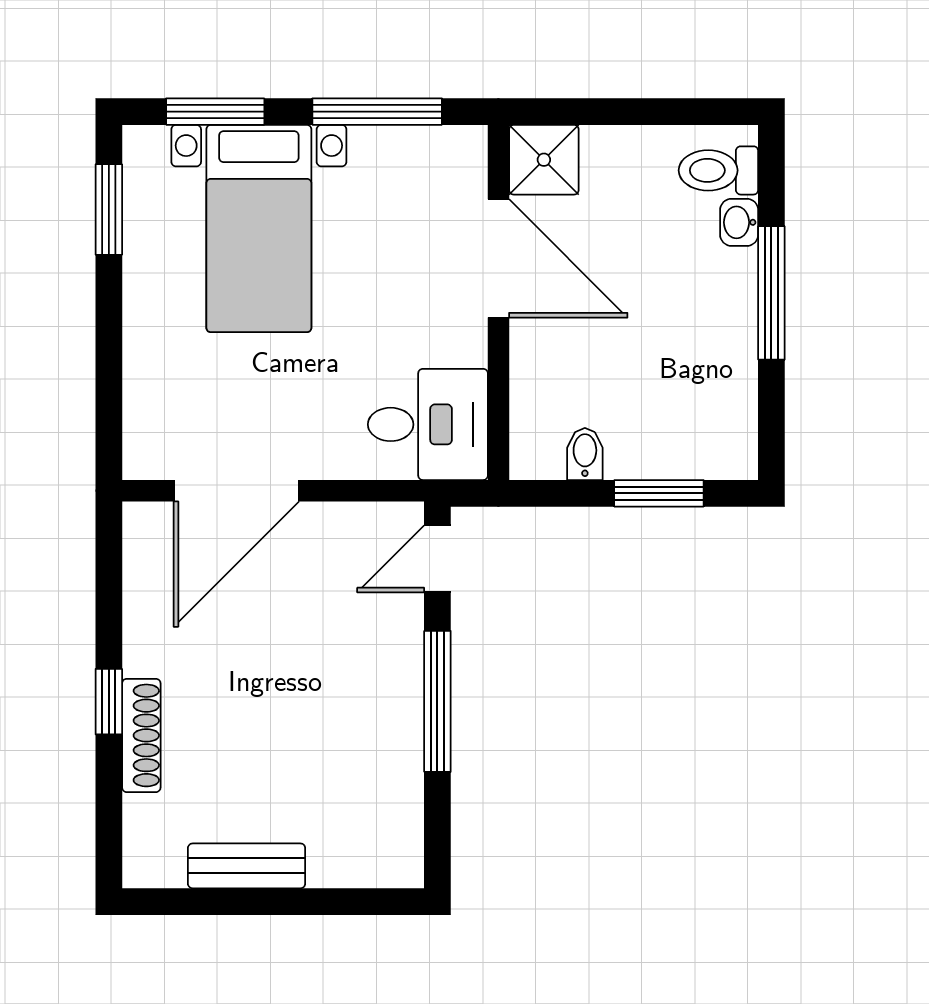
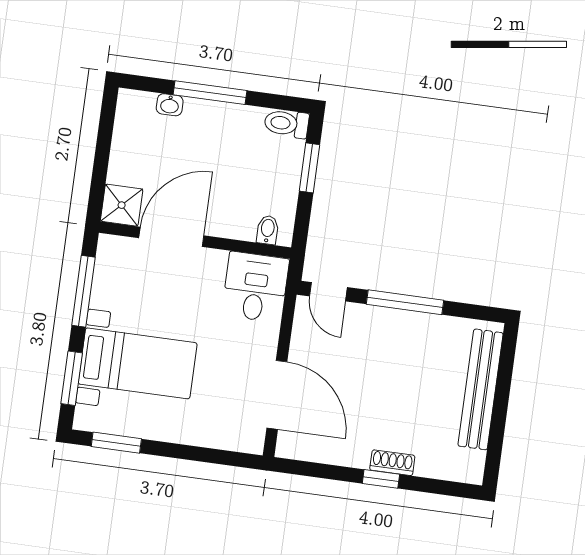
toilet: (718, 170) -> (286, 124), moved, turned 90
bidet: (585, 454) -> (268, 230), moved, turned 90
shoe rack: (141, 735) -> (392, 463), width x0.70
bench: (247, 866) -> (481, 389), width x1.86, depth x1.21

